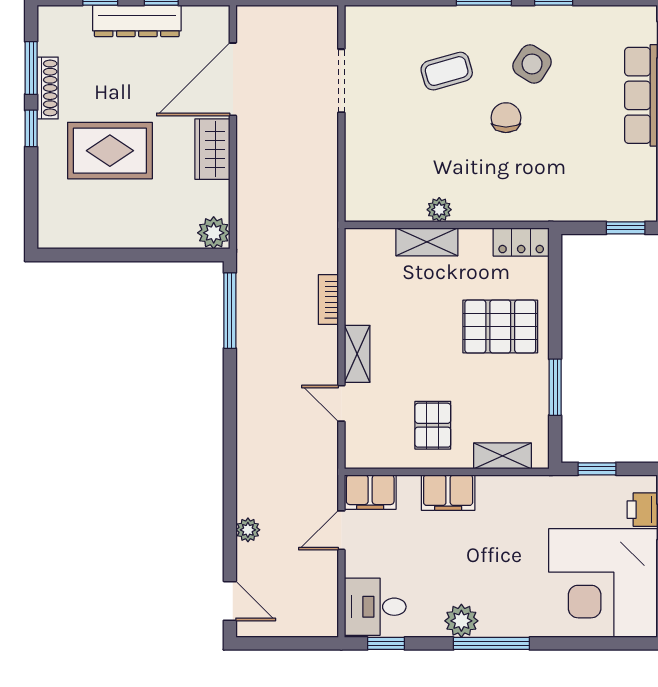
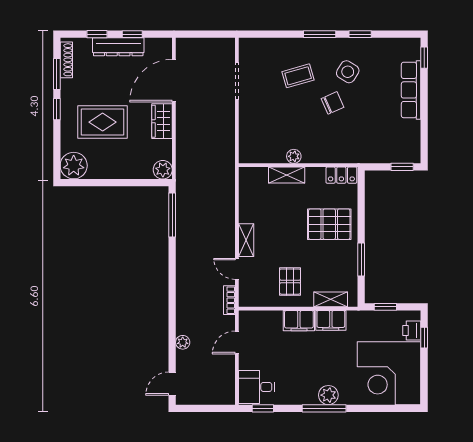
shoe rack: (48, 88) -> (66, 60), moved
chair: (506, 118) -> (333, 103), turned 66
plant: (60, 226) -> (74, 166), added
bookcase: (328, 300) -> (229, 300), moved
filing cabinet: (370, 492) -> (331, 320), moved
door: (230, 601) -> (172, 384), swing flipped
plant: (461, 621) -> (328, 395), moved

